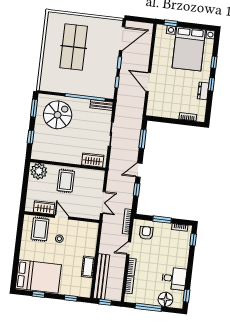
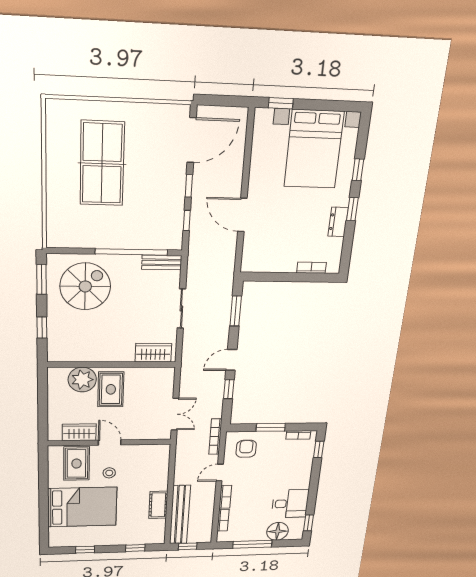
plant: (39, 171) -> (82, 380), moved
bed: (38, 276) -> (82, 507), moved

